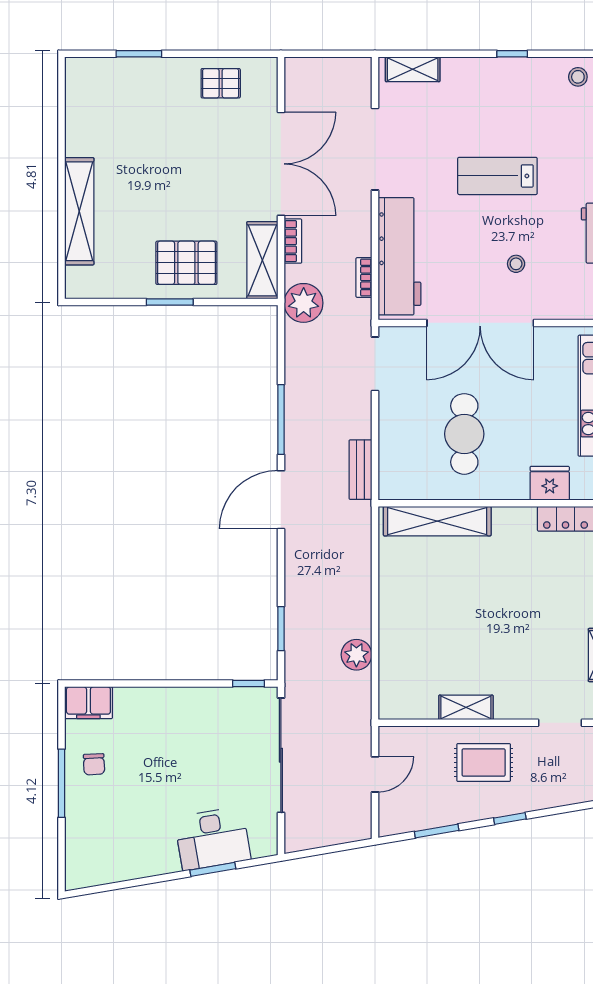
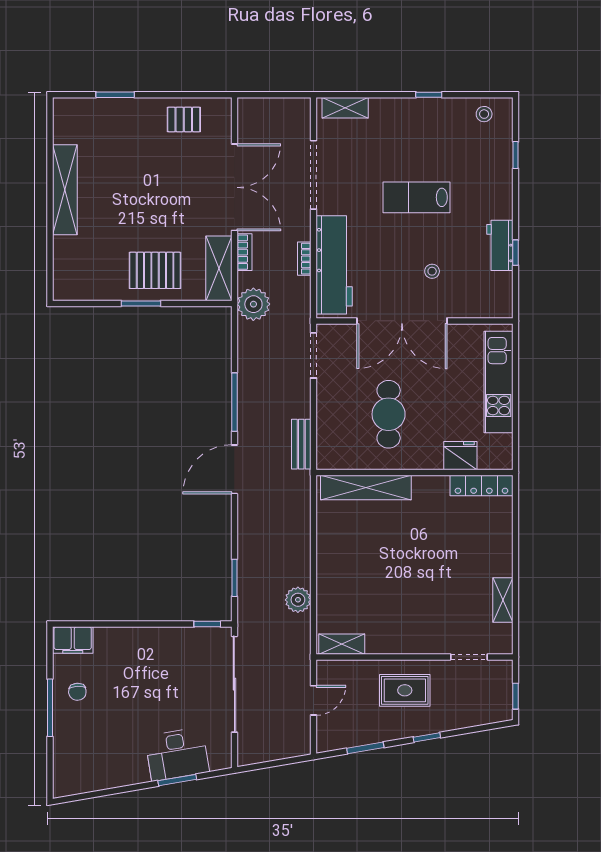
shelving: (79, 211) -> (65, 190), moved
bookcase: (364, 278) -> (304, 259), moved
shelving: (466, 707) -> (342, 644), moved

